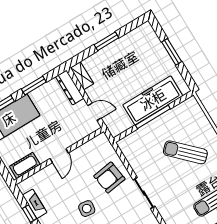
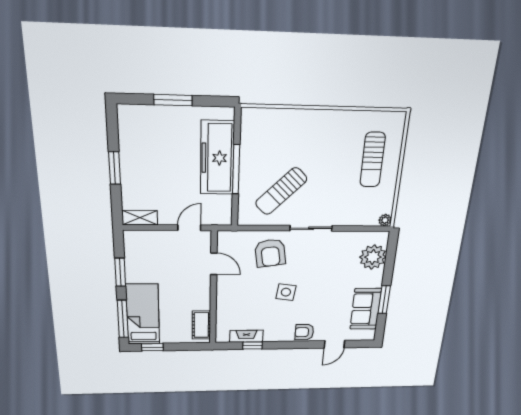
dresser: (70, 87) -> (145, 238), removed
sun lounger: (185, 152) -> (281, 191), moved
door: (59, 156) -> (214, 264), moved

